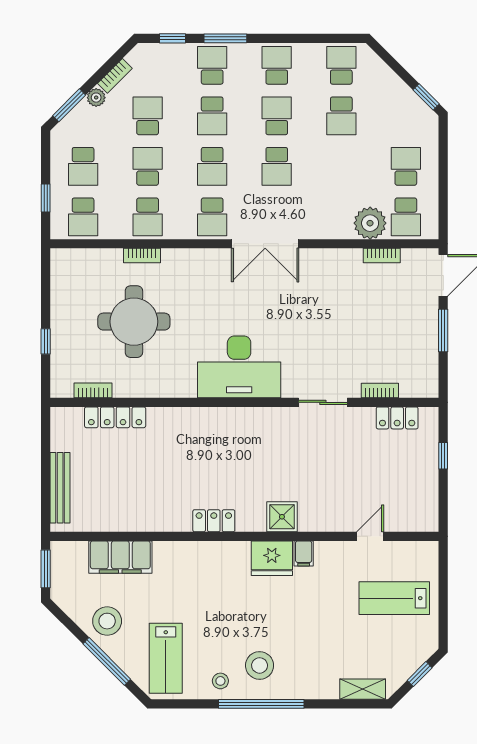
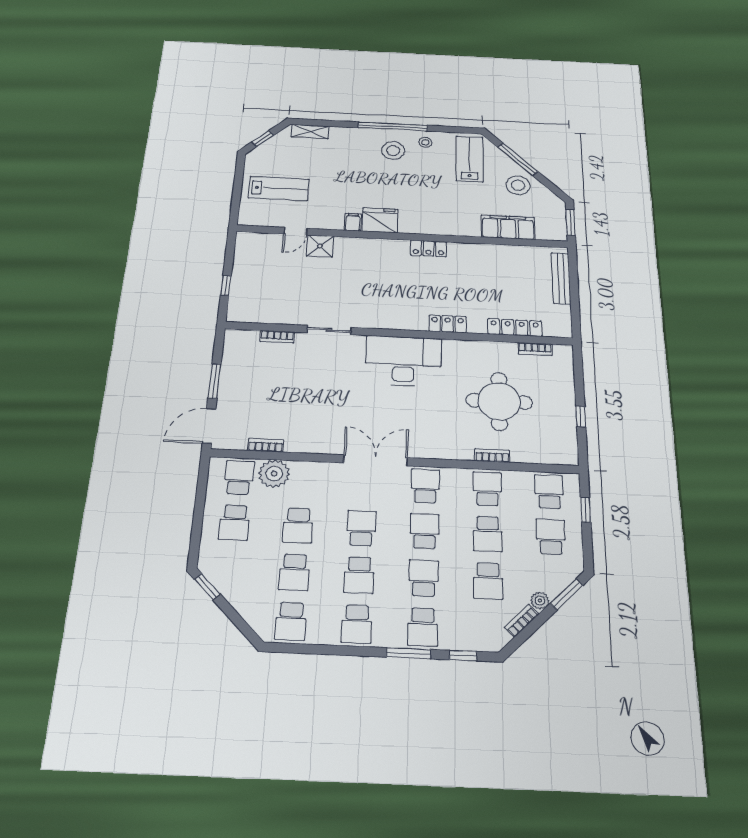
school desk: (341, 116) -> (294, 572), turned 180
school desk: (341, 166) -> (298, 525), added
window: (46, 341) -> (581, 417), moved
locker: (397, 418) -> (448, 324), moved
shower: (282, 517) -> (320, 246), moved

